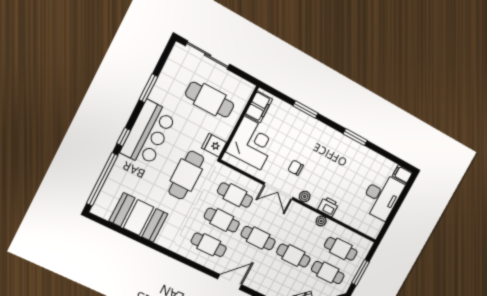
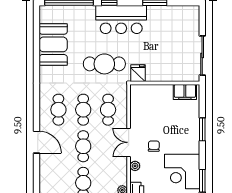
sliding door: (208, 55) -> (202, 56), moved
cafe table: (210, 100) -> (170, 52), removed
corner desk: (252, 143) -> (182, 171), moved, turned 90

